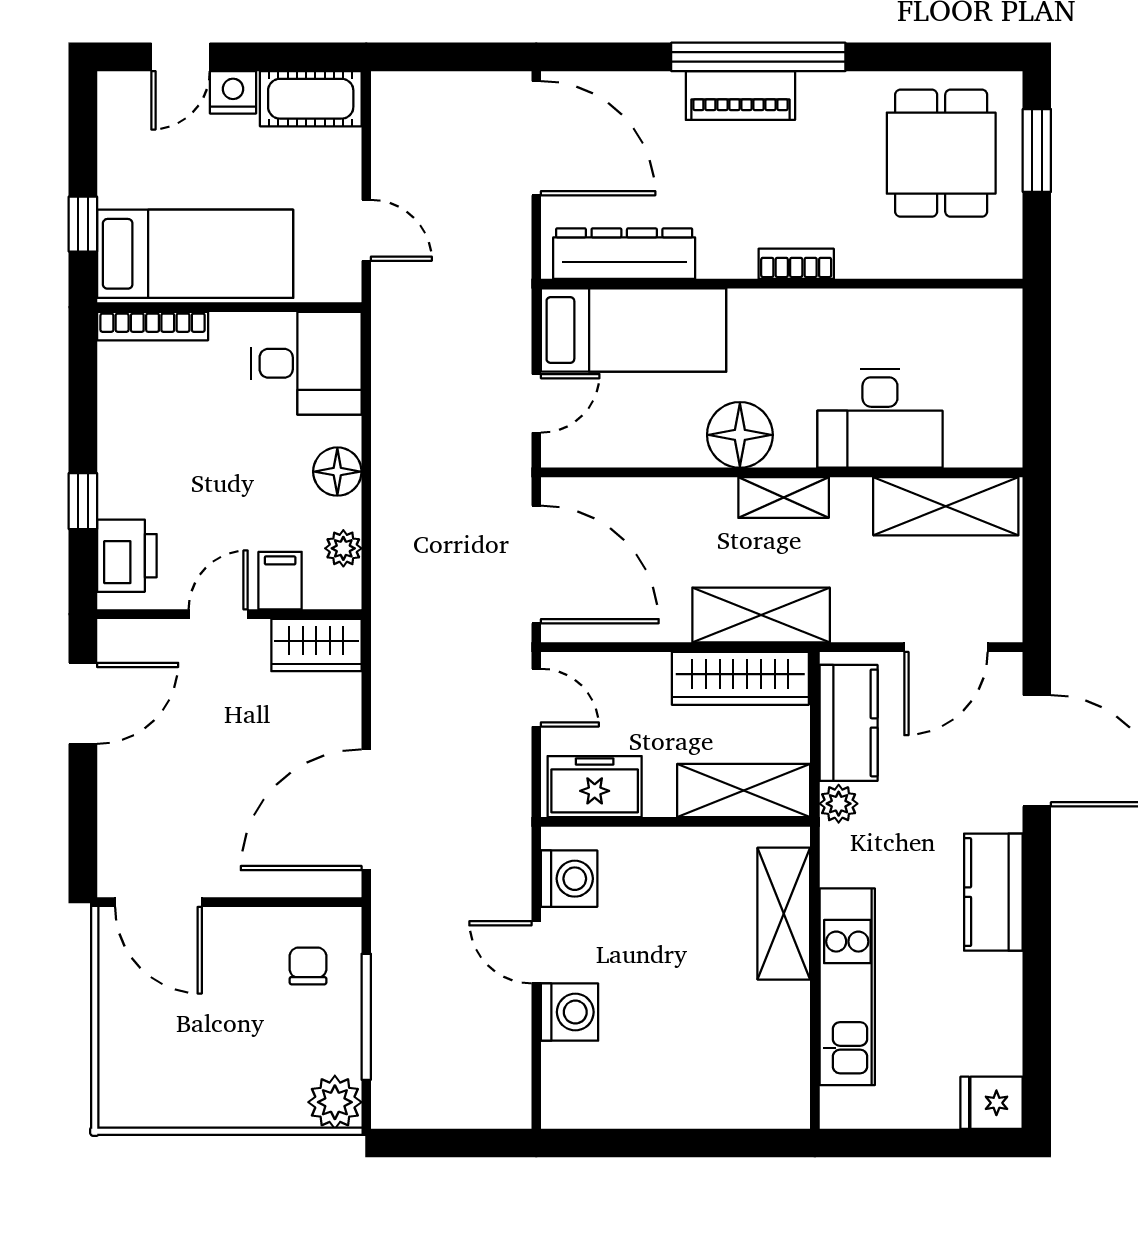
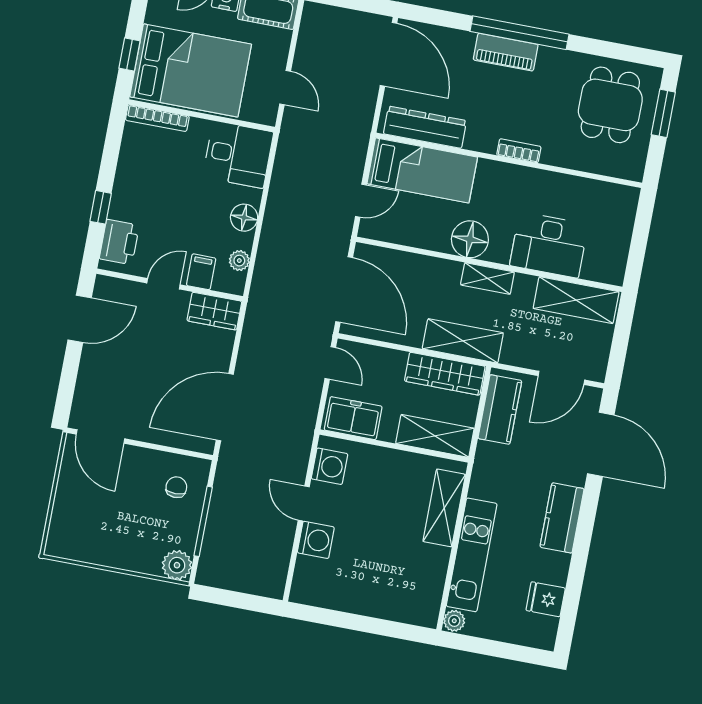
bed: (195, 254) -> (191, 70), width x1.50
plant: (839, 804) -> (454, 621), moved
fridge: (992, 1103) -> (546, 599), moved

